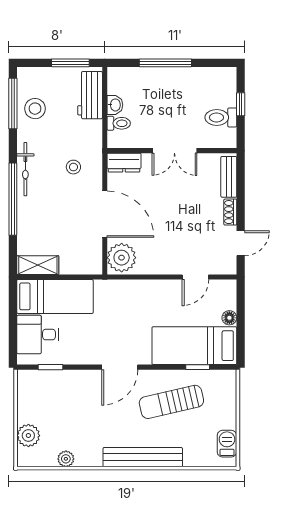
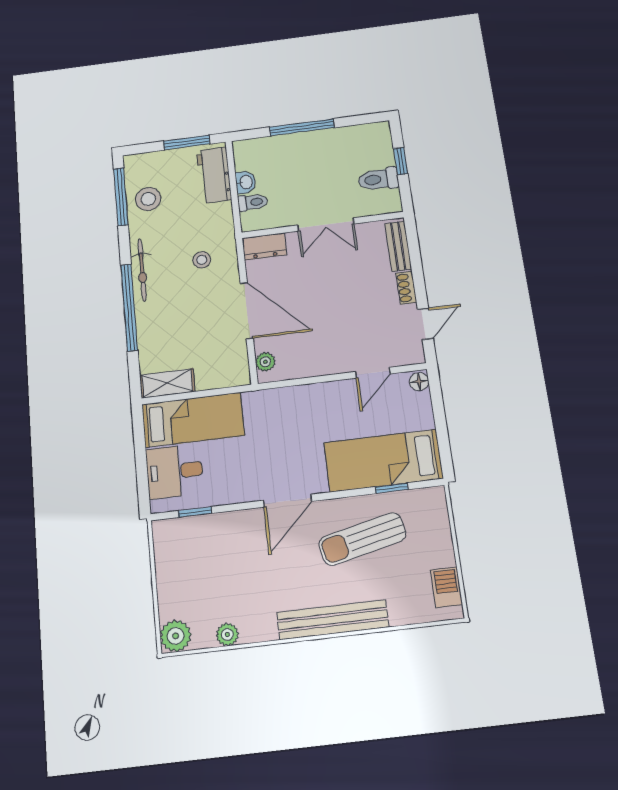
plant: (122, 258) -> (265, 362), width x0.53, depth x0.53
floor lamp: (229, 318) -> (419, 382), moved
plant: (28, 436) -> (176, 636), moved

